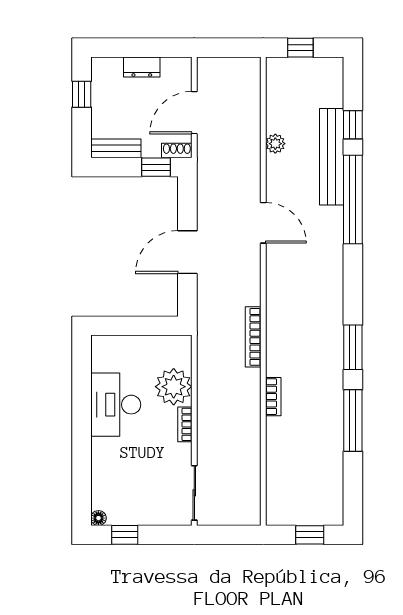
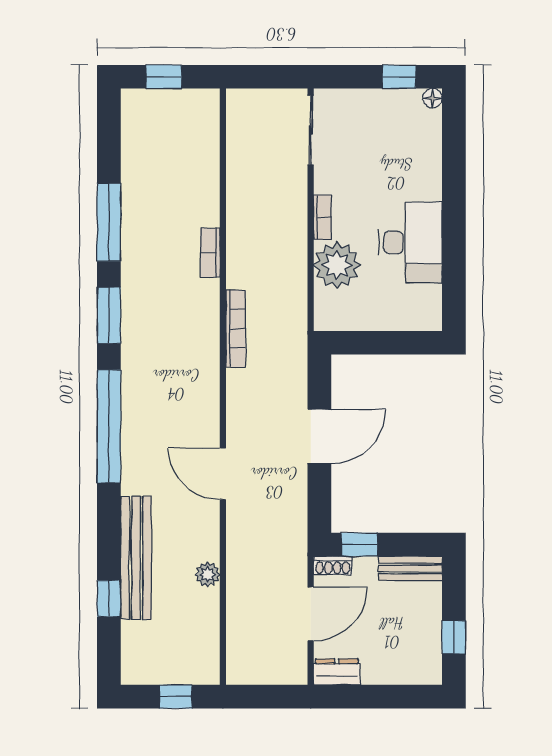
dresser: (142, 67) -> (337, 672), moved
window: (353, 199) -> (109, 426), moved

